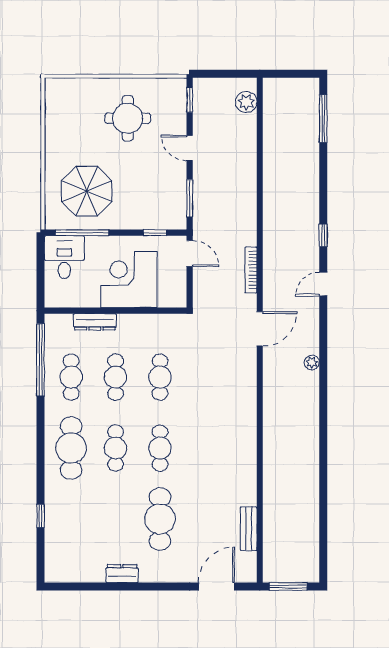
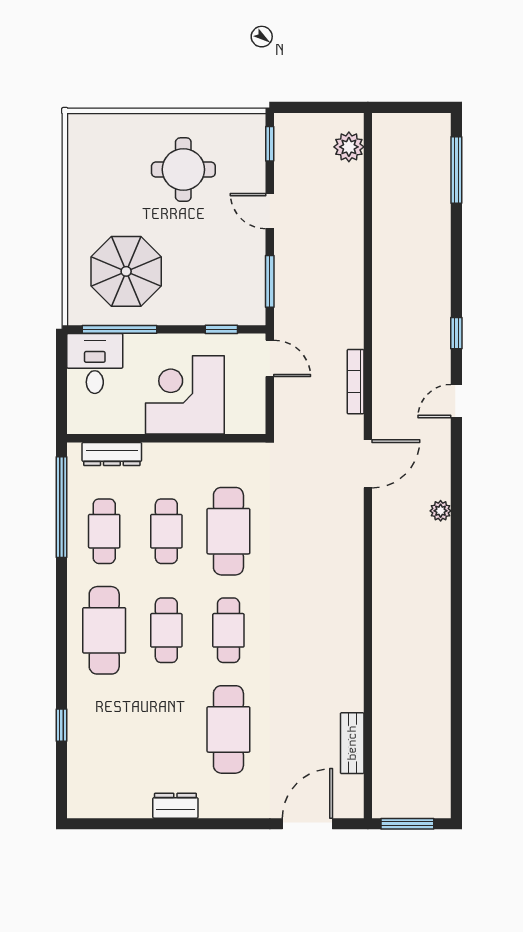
dresser: (95, 322) -> (112, 454), moved
cafe table: (160, 377) -> (228, 531), width x1.37, depth x1.35

